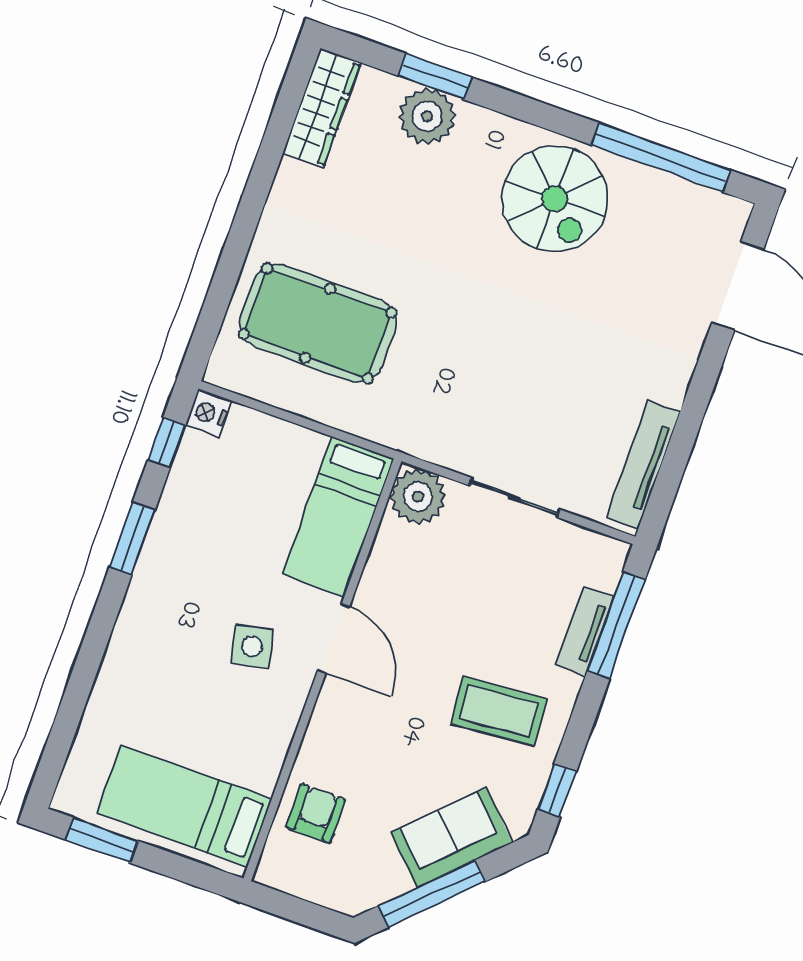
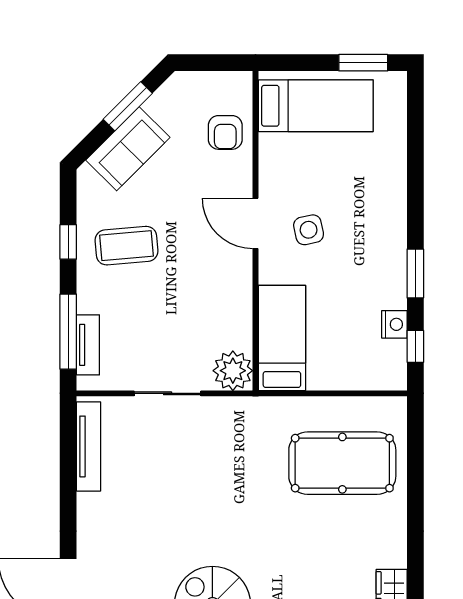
nightstand: (208, 413) -> (394, 324), moved
tv unit: (585, 631) -> (88, 345), moved
door: (334, 639) -> (255, 223), moved
window: (557, 790) -> (68, 242), moved
window: (432, 894) -> (128, 106), width x0.69

